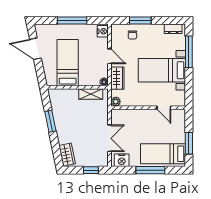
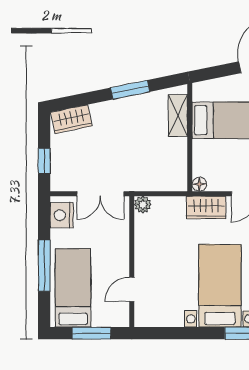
shelving: (91, 94) -> (178, 115), moved
plant: (116, 102) -> (143, 205), moved
wall: (148, 108) -> (132, 262), moved
door: (164, 108) -> (132, 289), moved

